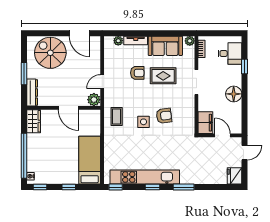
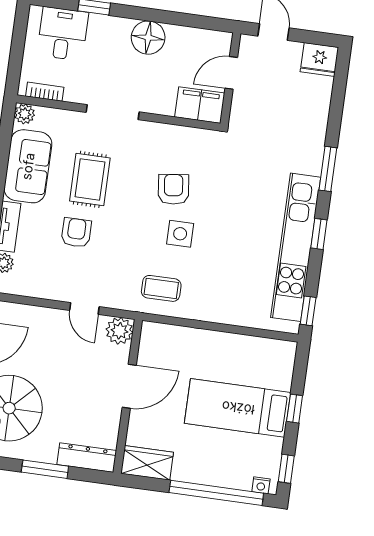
bed: (90, 160) -> (238, 408), moved

